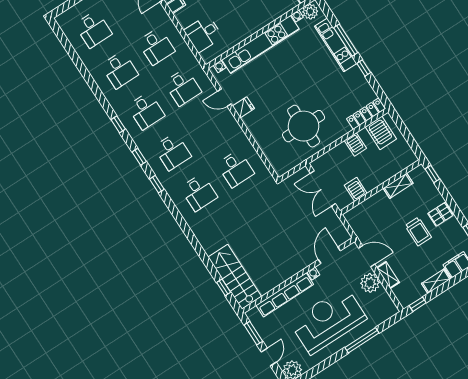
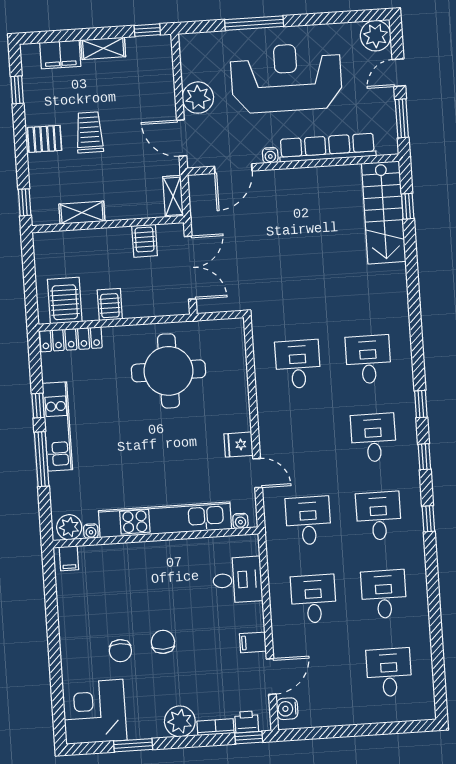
kitchen unit: (336, 45) -> (57, 427), moved
shelving: (388, 275) -> (173, 196), moved
reception desk: (328, 320) -> (286, 78), turned 180

